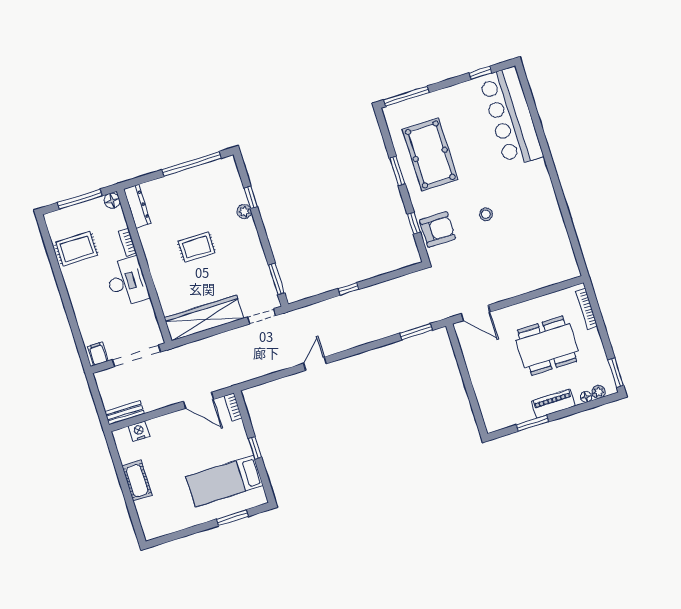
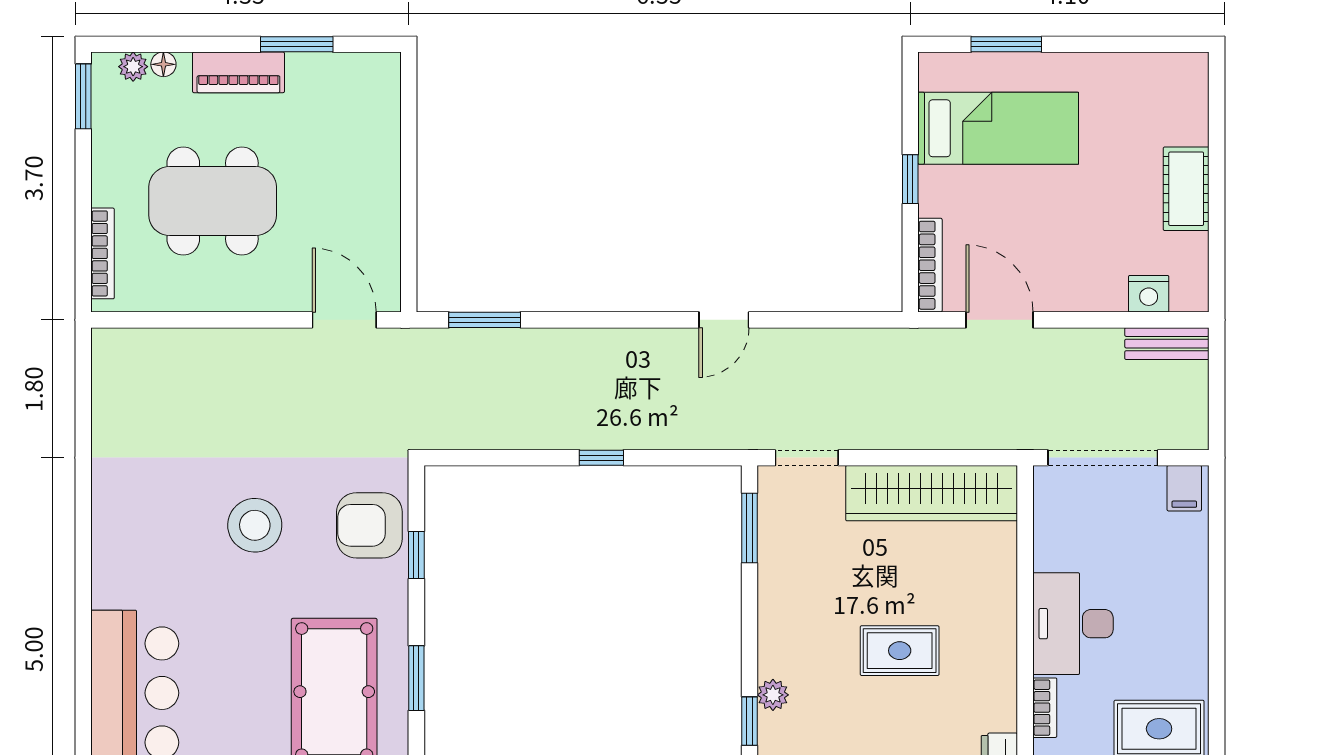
stool: (486, 214) -> (255, 525), width x1.89, depth x1.89
bookcase: (233, 407) -> (930, 265), width x1.56

